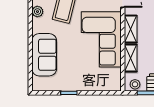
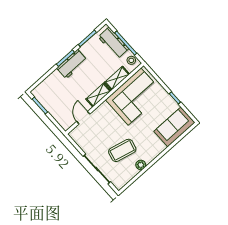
corner sofa: (101, 39) -> (135, 97), moved
sofa: (44, 55) -> (174, 127), moved

